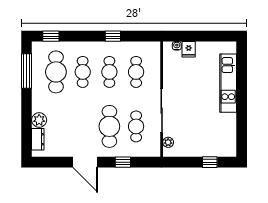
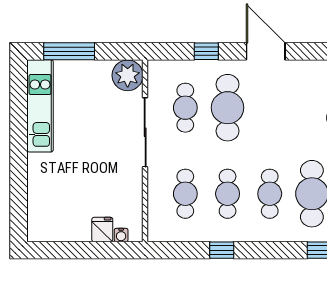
kitchen unit: (228, 83) -> (40, 106), moved
plant: (168, 142) -> (128, 75), width x1.88, depth x1.88
window: (210, 162) -> (69, 51), width x2.17

